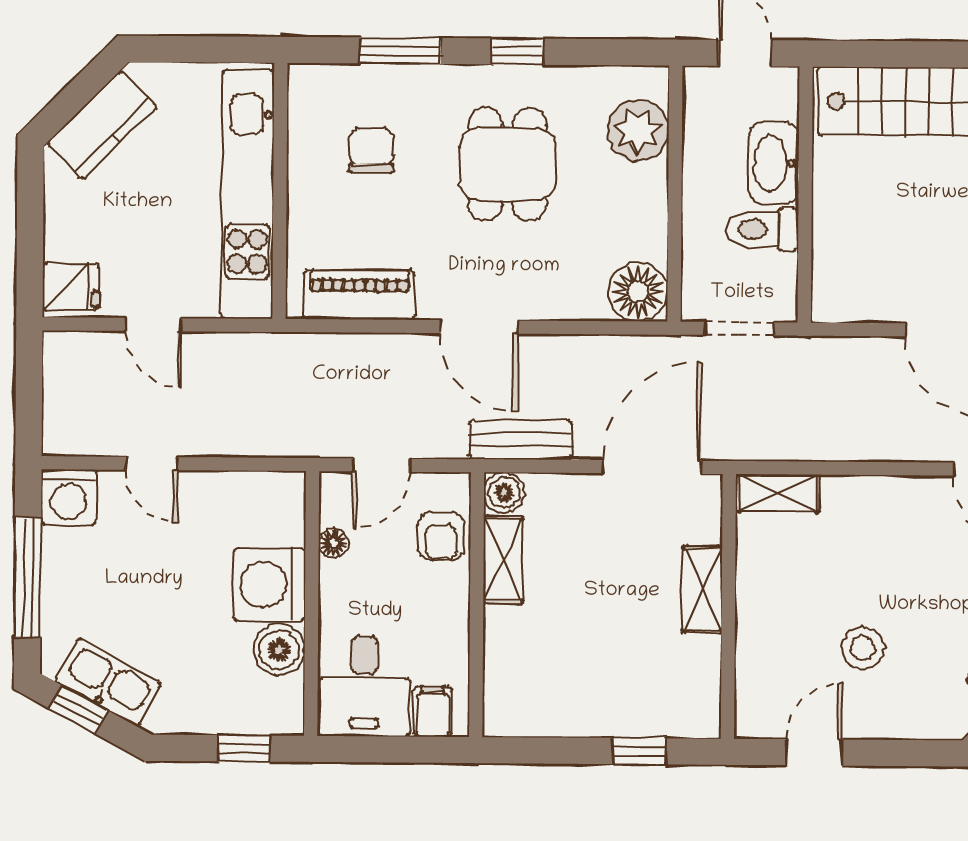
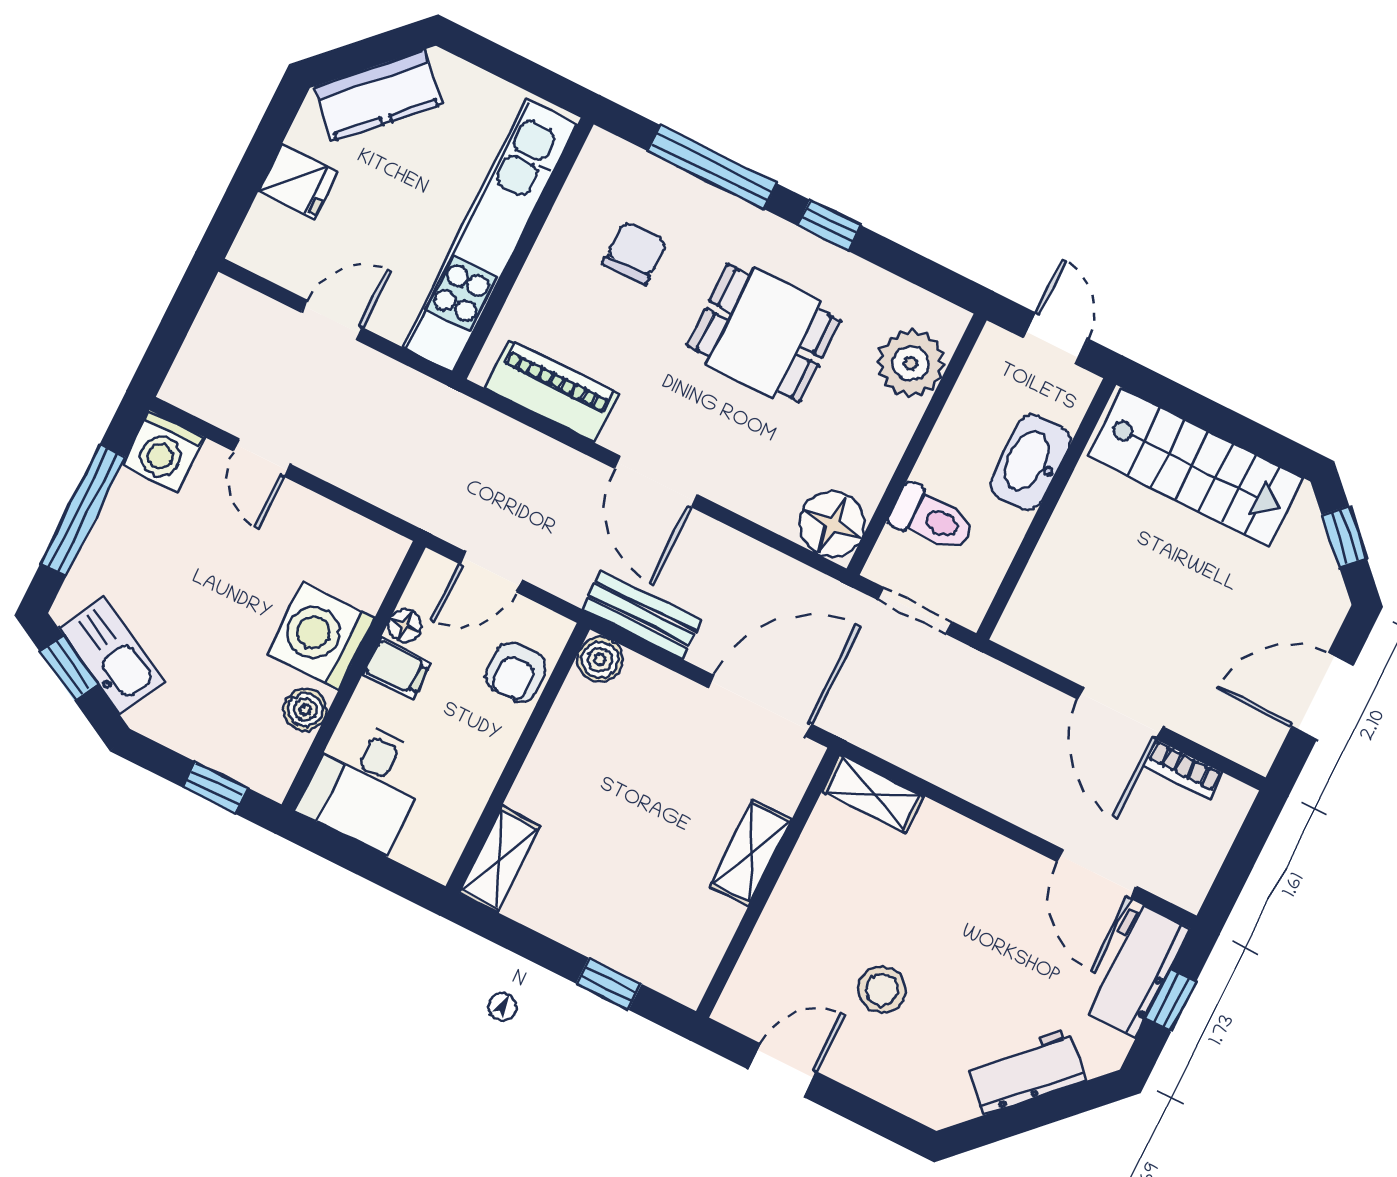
window: (400, 51) -> (712, 167), width x1.44
dining table: (508, 164) -> (764, 333), turned 90
toilet: (763, 229) -> (932, 519), moved, turned 180
fridge: (71, 287) -> (298, 182), moved
door: (153, 325) -> (332, 320), swing flipped
shelving: (503, 560) -> (500, 859), moved
boiler: (279, 650) -> (305, 710), width x0.73, depth x0.73
filing cabinet: (433, 712) -> (397, 668), moved, turned 90

